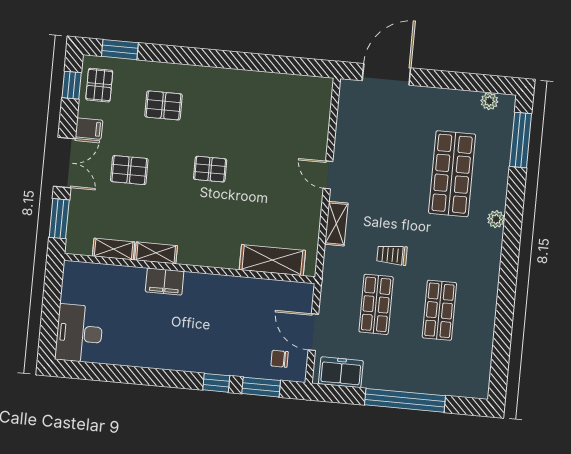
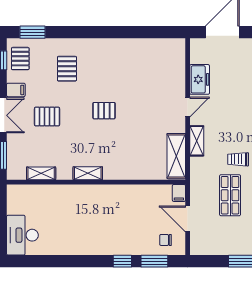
pallet: (163, 105) -> (67, 69), turned 90
door: (328, 175) -> (188, 107), swing flipped
shelving: (156, 253) -> (88, 173), moved
shelving: (272, 260) -> (176, 156), moved, turned 90
filing cabinet: (165, 281) -> (179, 193), moved, width x0.50
freezer: (341, 372) -> (200, 79), moved, turned 90

